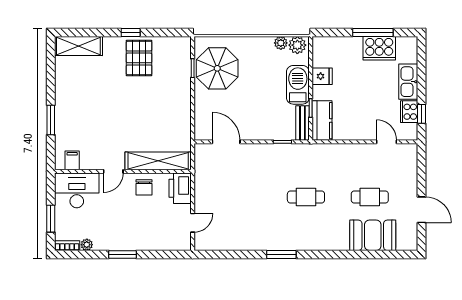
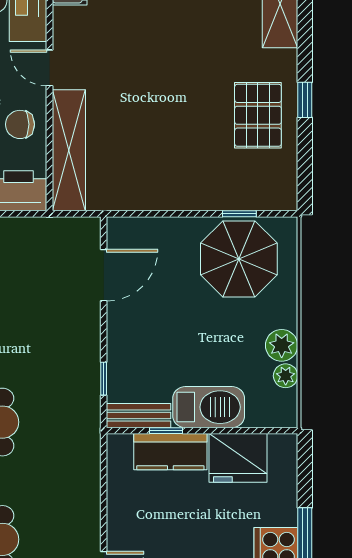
plant: (297, 45) -> (282, 345), moved
pallet: (139, 58) -> (258, 115), turned 90
fridge: (322, 76) -> (238, 458), width x1.88, depth x1.34
kitchen counter: (322, 121) -> (170, 452), moved

